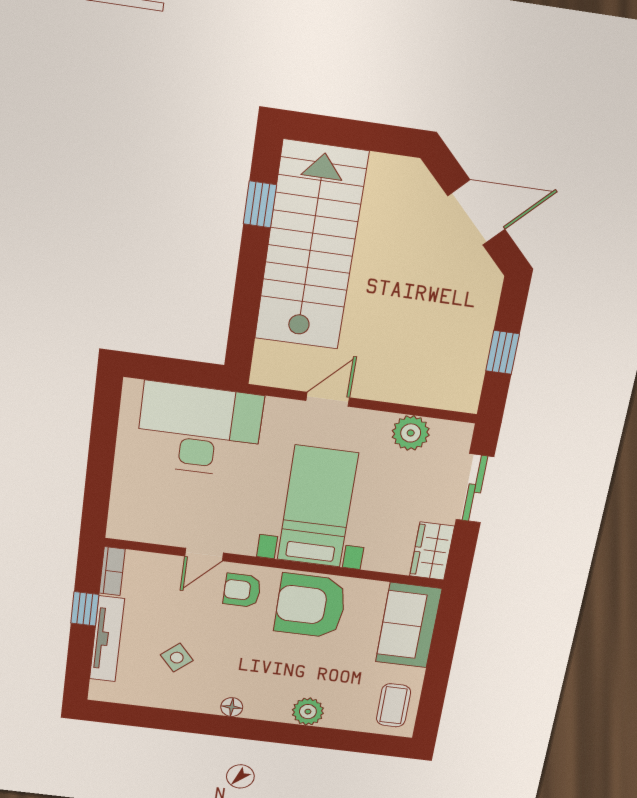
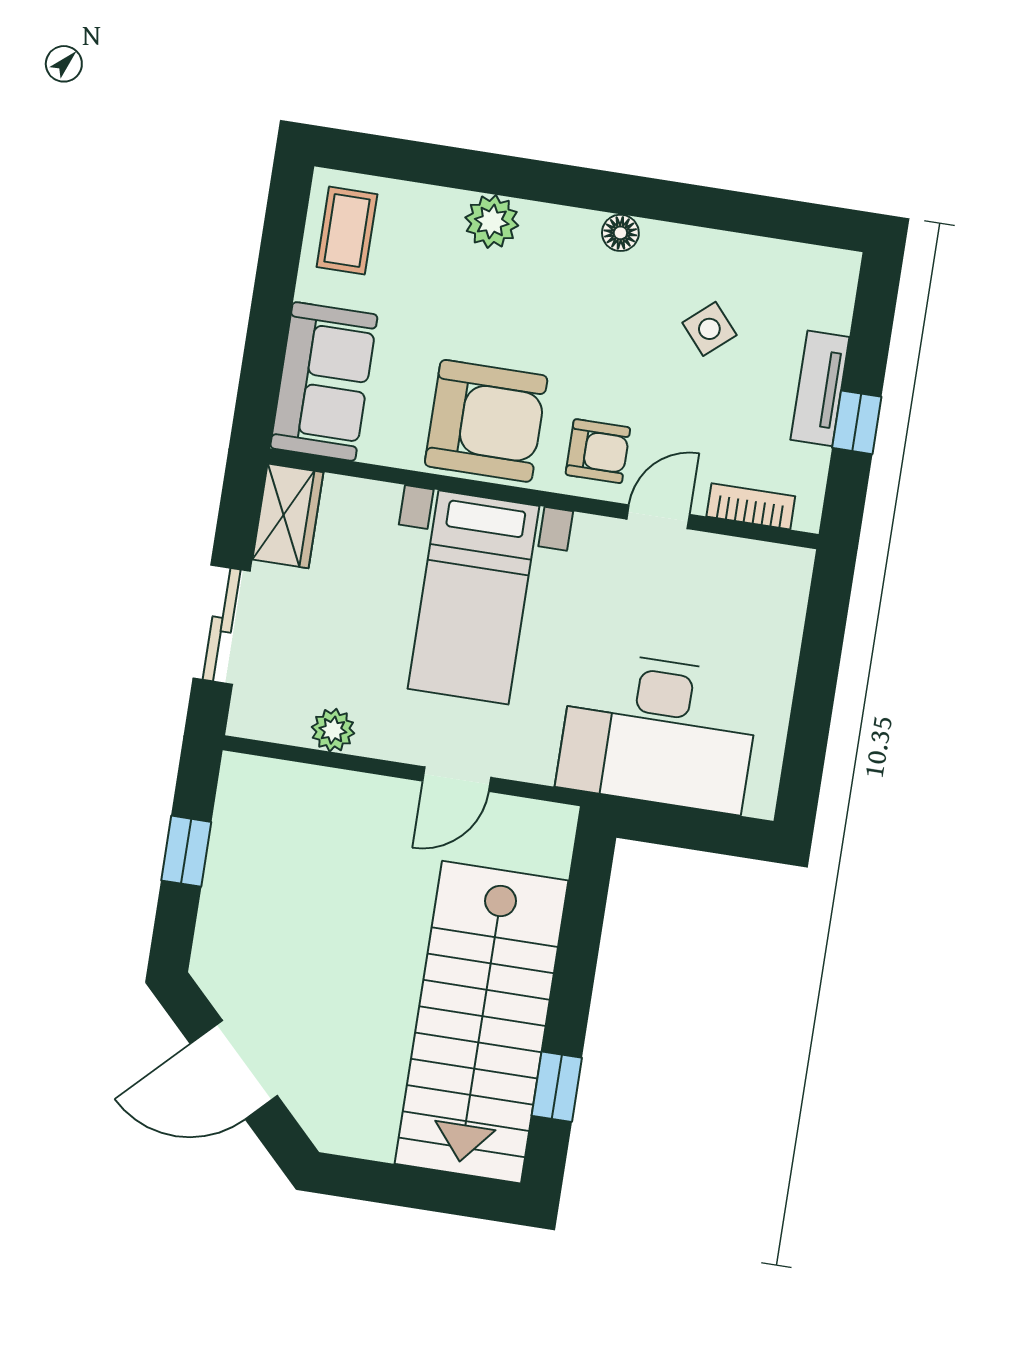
plant: (411, 433) -> (333, 730), width x0.73, depth x0.73
bookcase: (112, 571) -> (751, 506), moved, turned 90
tv unit: (107, 639) -> (820, 388), width x0.71

